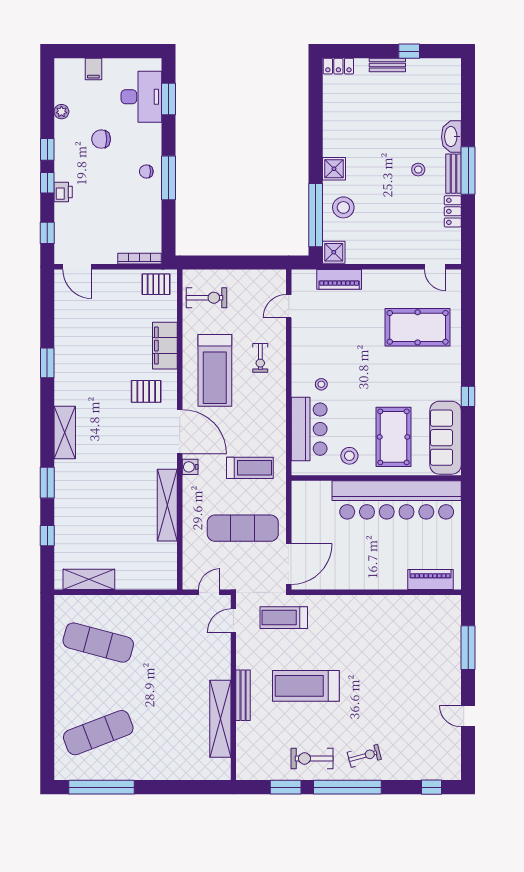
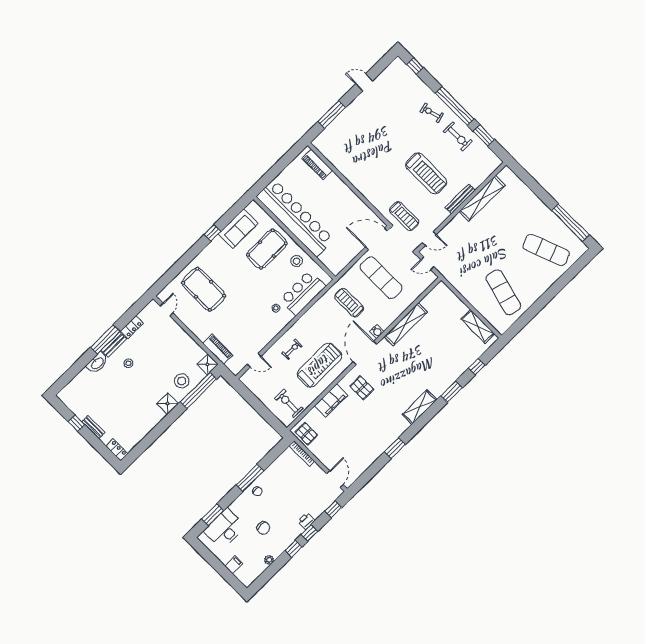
sofa: (446, 438) -> (238, 229), width x0.73
door: (468, 716) -> (364, 82), swing flipped

